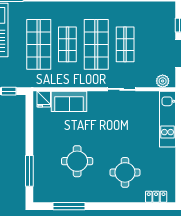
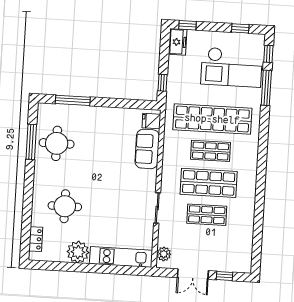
shop shelf: (39, 44) -> (212, 119), width x1.40
plant: (165, 158) -> (78, 252), added
round table: (77, 161) -> (57, 143), moved

